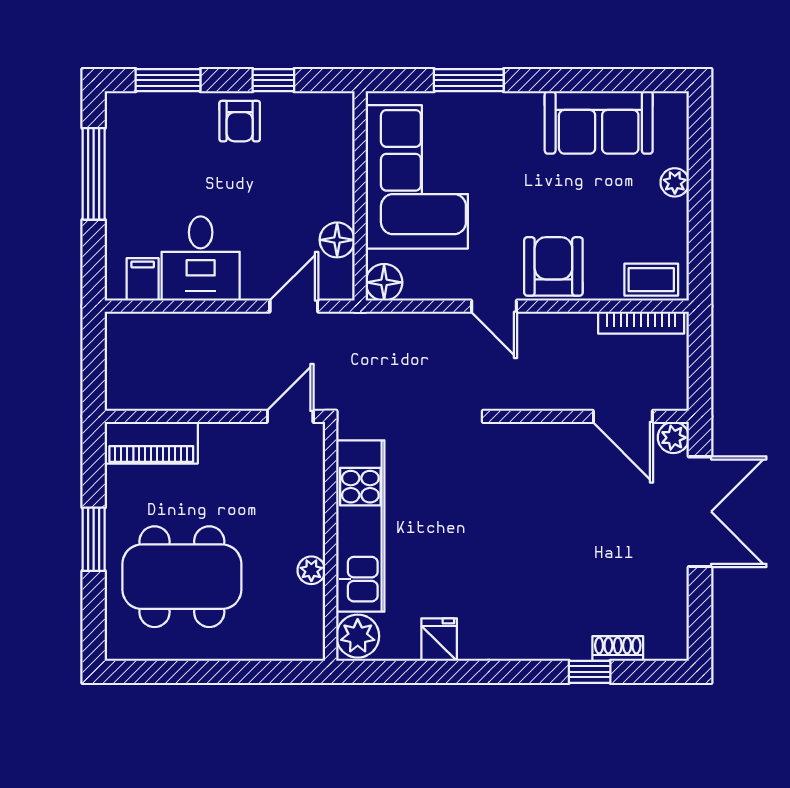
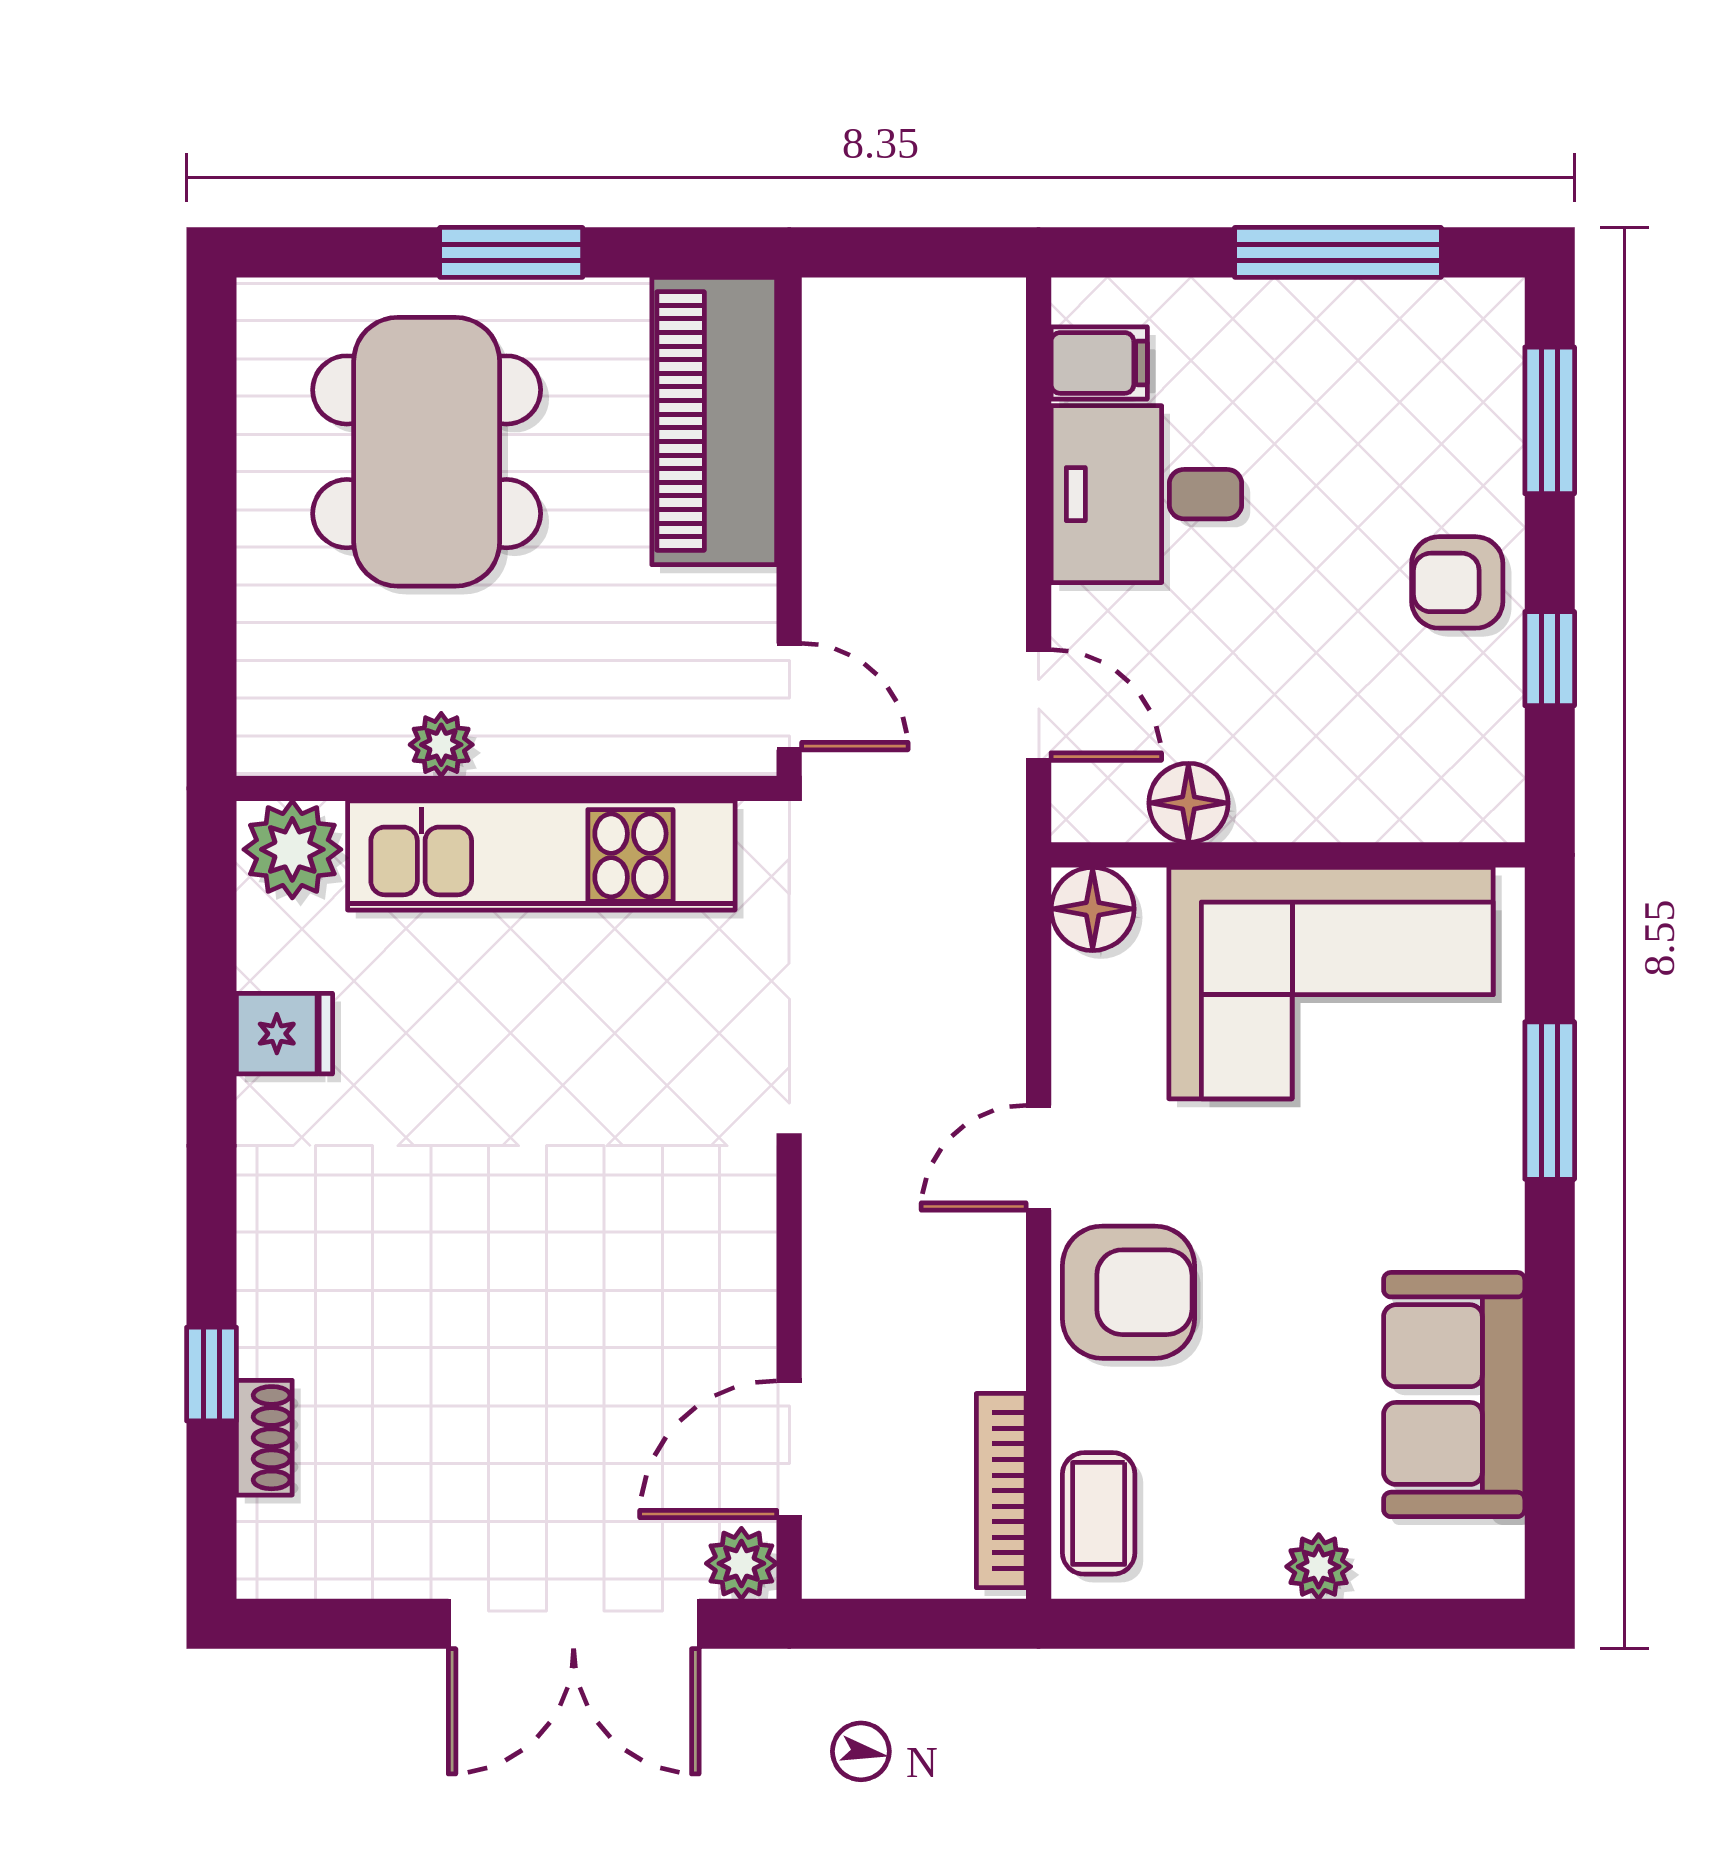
piano: (151, 443) -> (714, 421), width x1.37, depth x1.33

